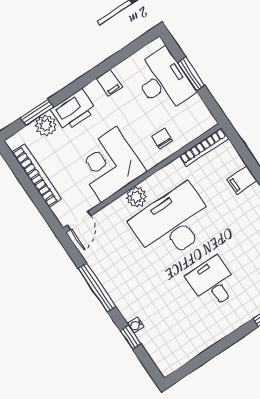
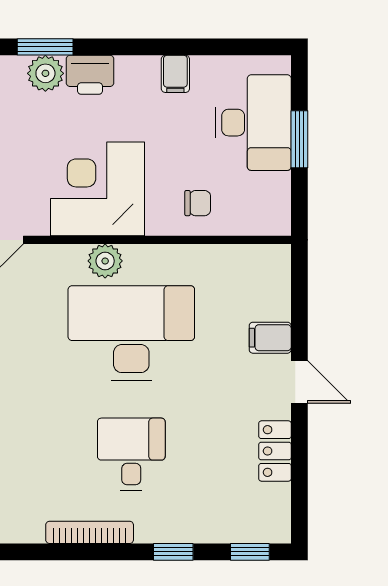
printer: (73, 110) -> (90, 75), width x0.73, depth x0.84
chair: (162, 138) -> (198, 203), turned 89
bookcase: (204, 147) -> (90, 532), moved, turned 180

